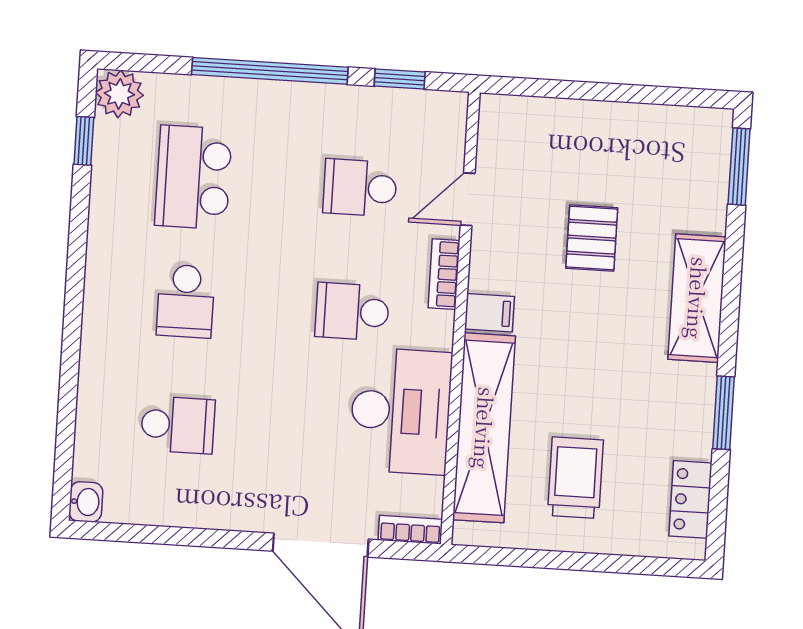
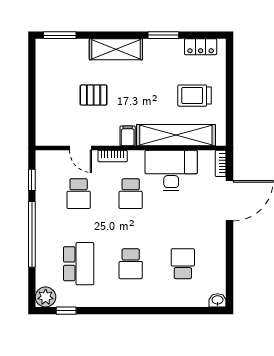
school desk: (193, 177) -> (79, 264), turned -90
school desk: (186, 301) -> (131, 264), turned 90

